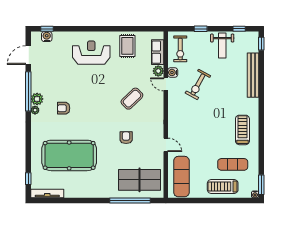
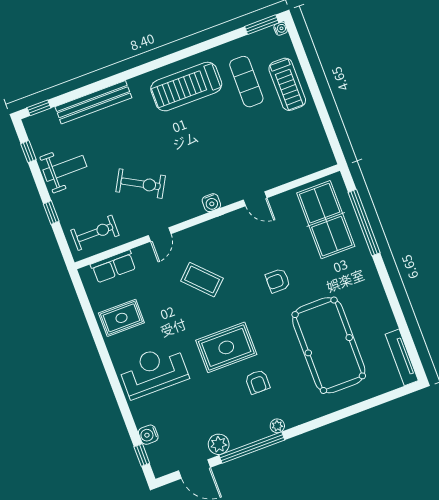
water cooler: (47, 37) -> (148, 435), moved
reception desk: (91, 53) -> (153, 371), turned 90
plant: (158, 71) -> (143, 254), removed
water cooler: (173, 72) -> (211, 203), moved
rug: (89, 98) -> (226, 347), added
plant: (37, 99) -> (219, 444), moved
treadmill: (242, 130) -> (186, 87), width x1.37, depth x1.38
armchair: (126, 138) -> (278, 281), moved
door: (166, 145) -> (255, 199), swing flipped
exercise mat: (181, 177) -> (296, 155), removed
window: (28, 179) -> (389, 396), removed

